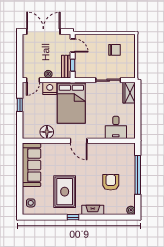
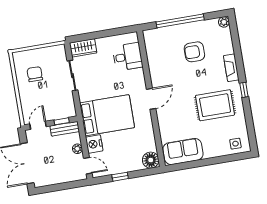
floor lamp: (47, 132) -> (151, 160), moved
sofa: (32, 165) -> (183, 151), width x0.73

